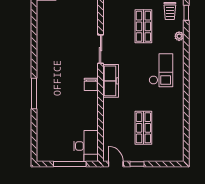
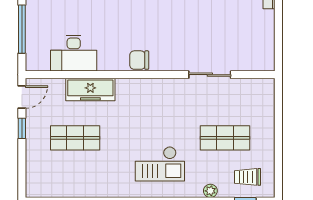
sliding door: (101, 49) -> (210, 75), moved
freezer: (111, 81) -> (90, 90), moved
desk: (86, 146) -> (74, 53), moved

